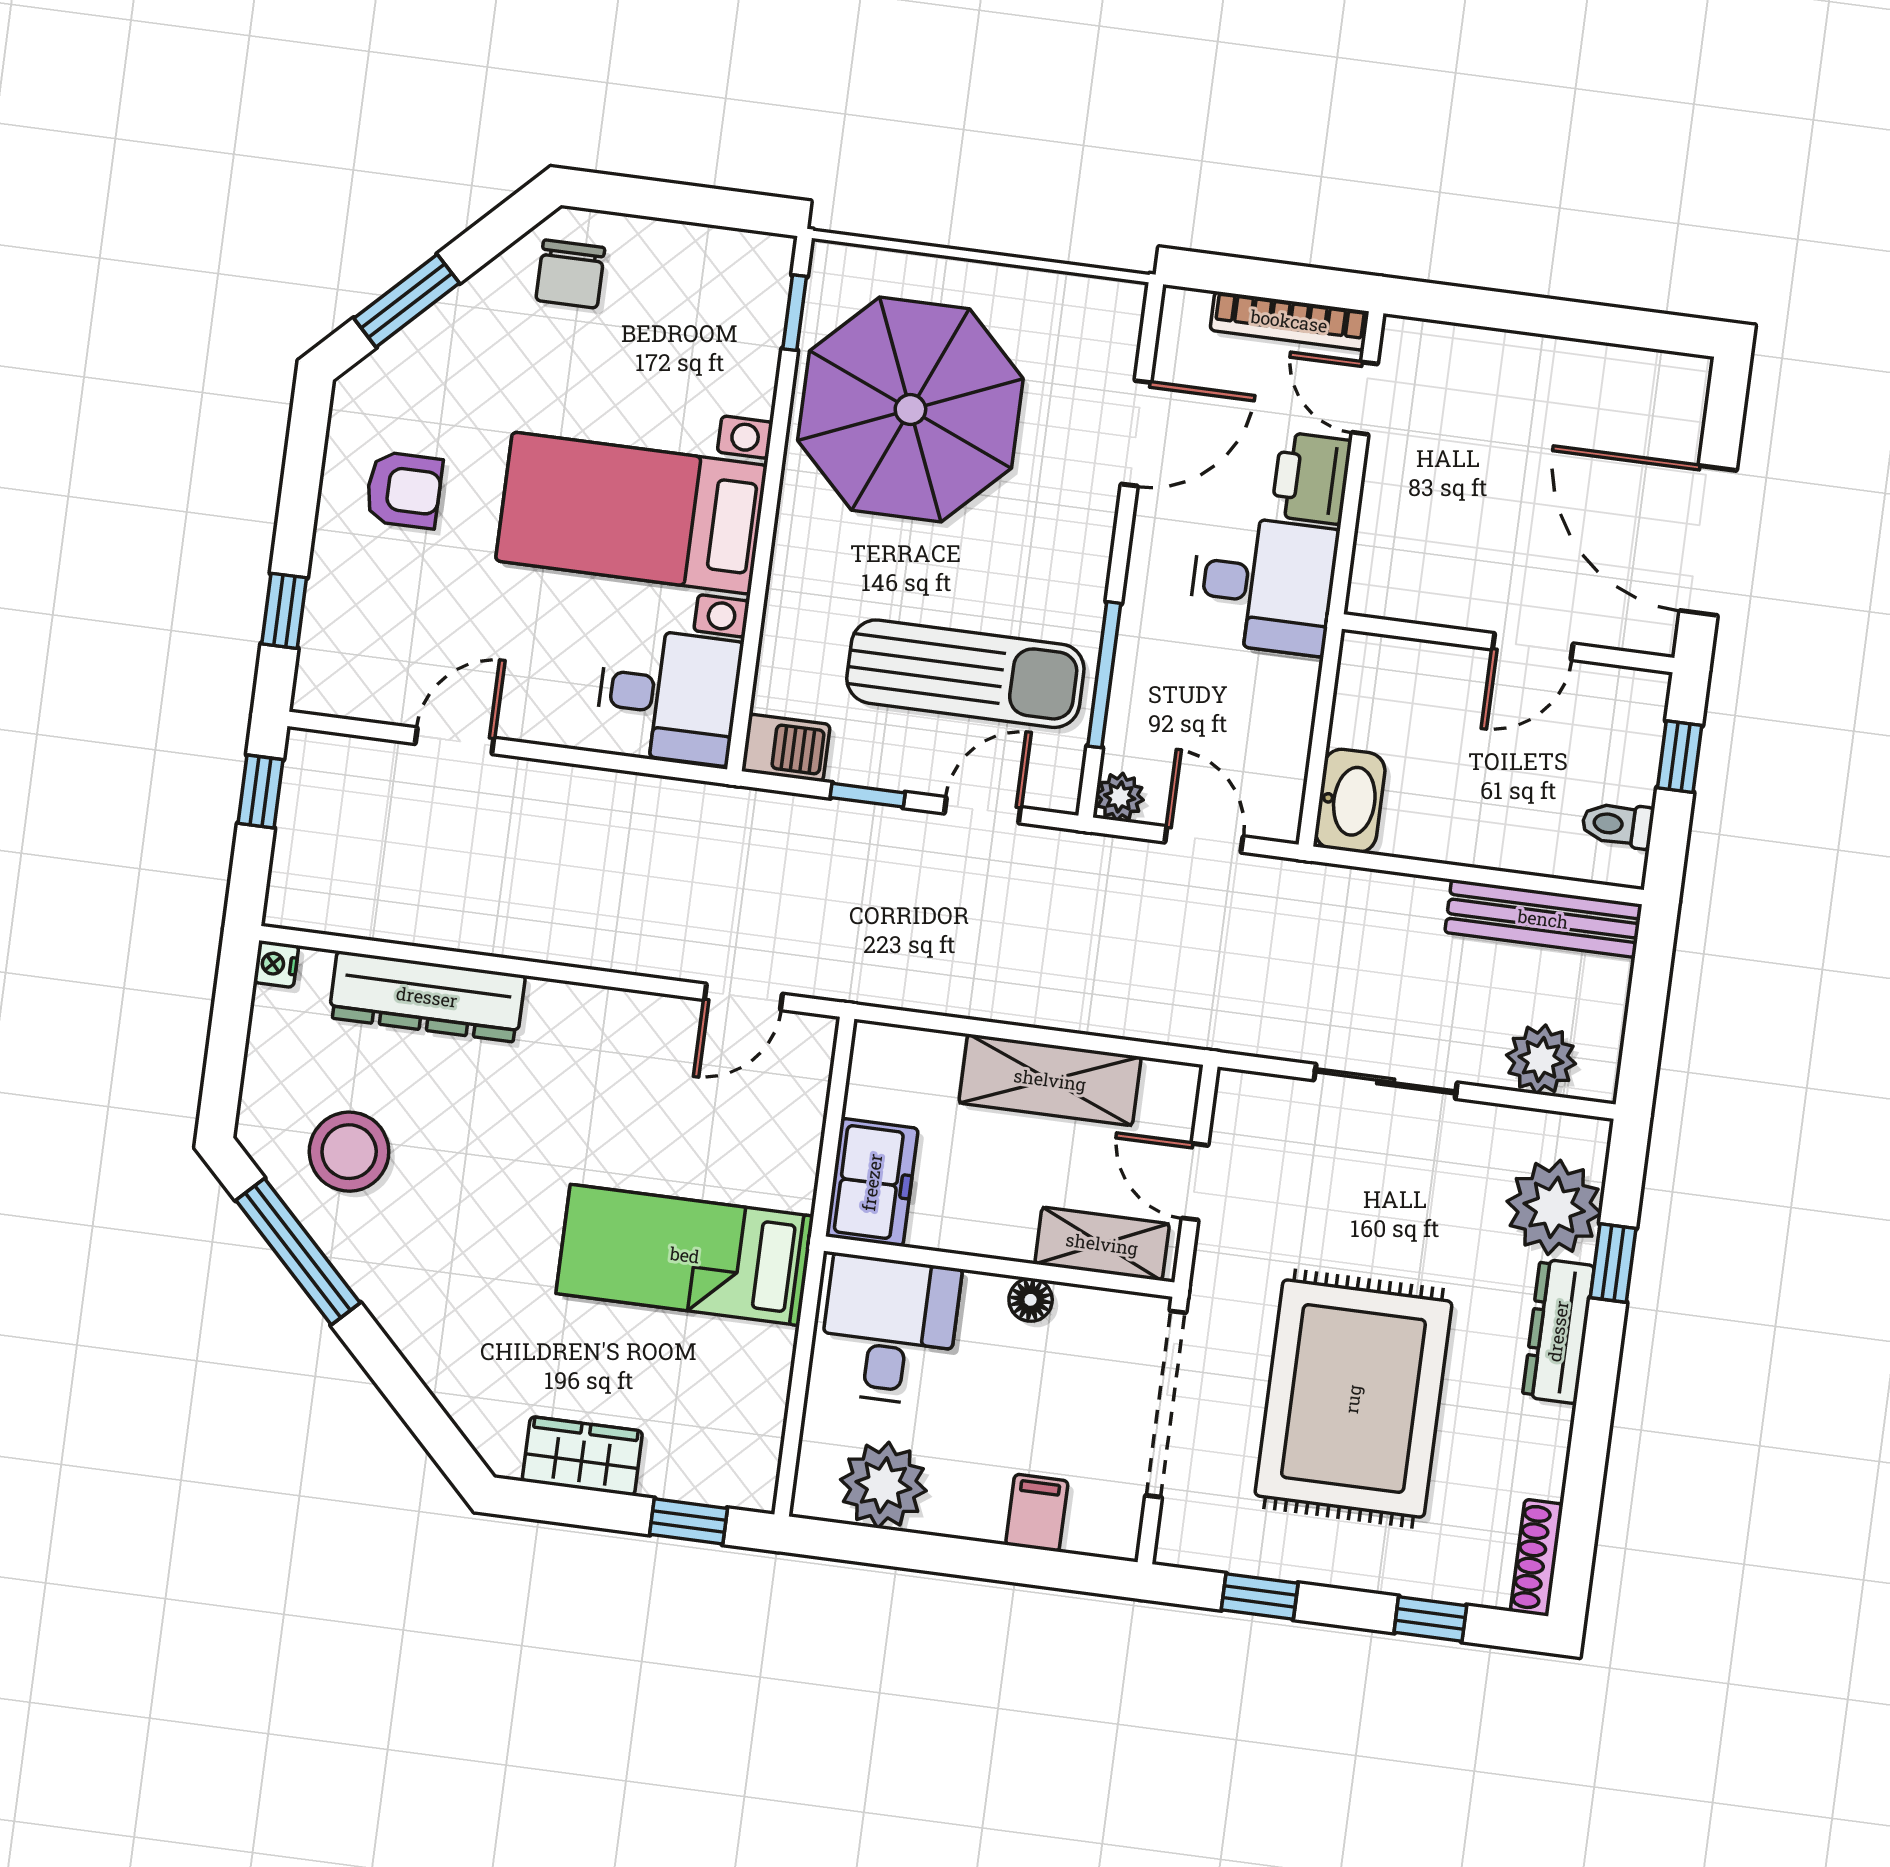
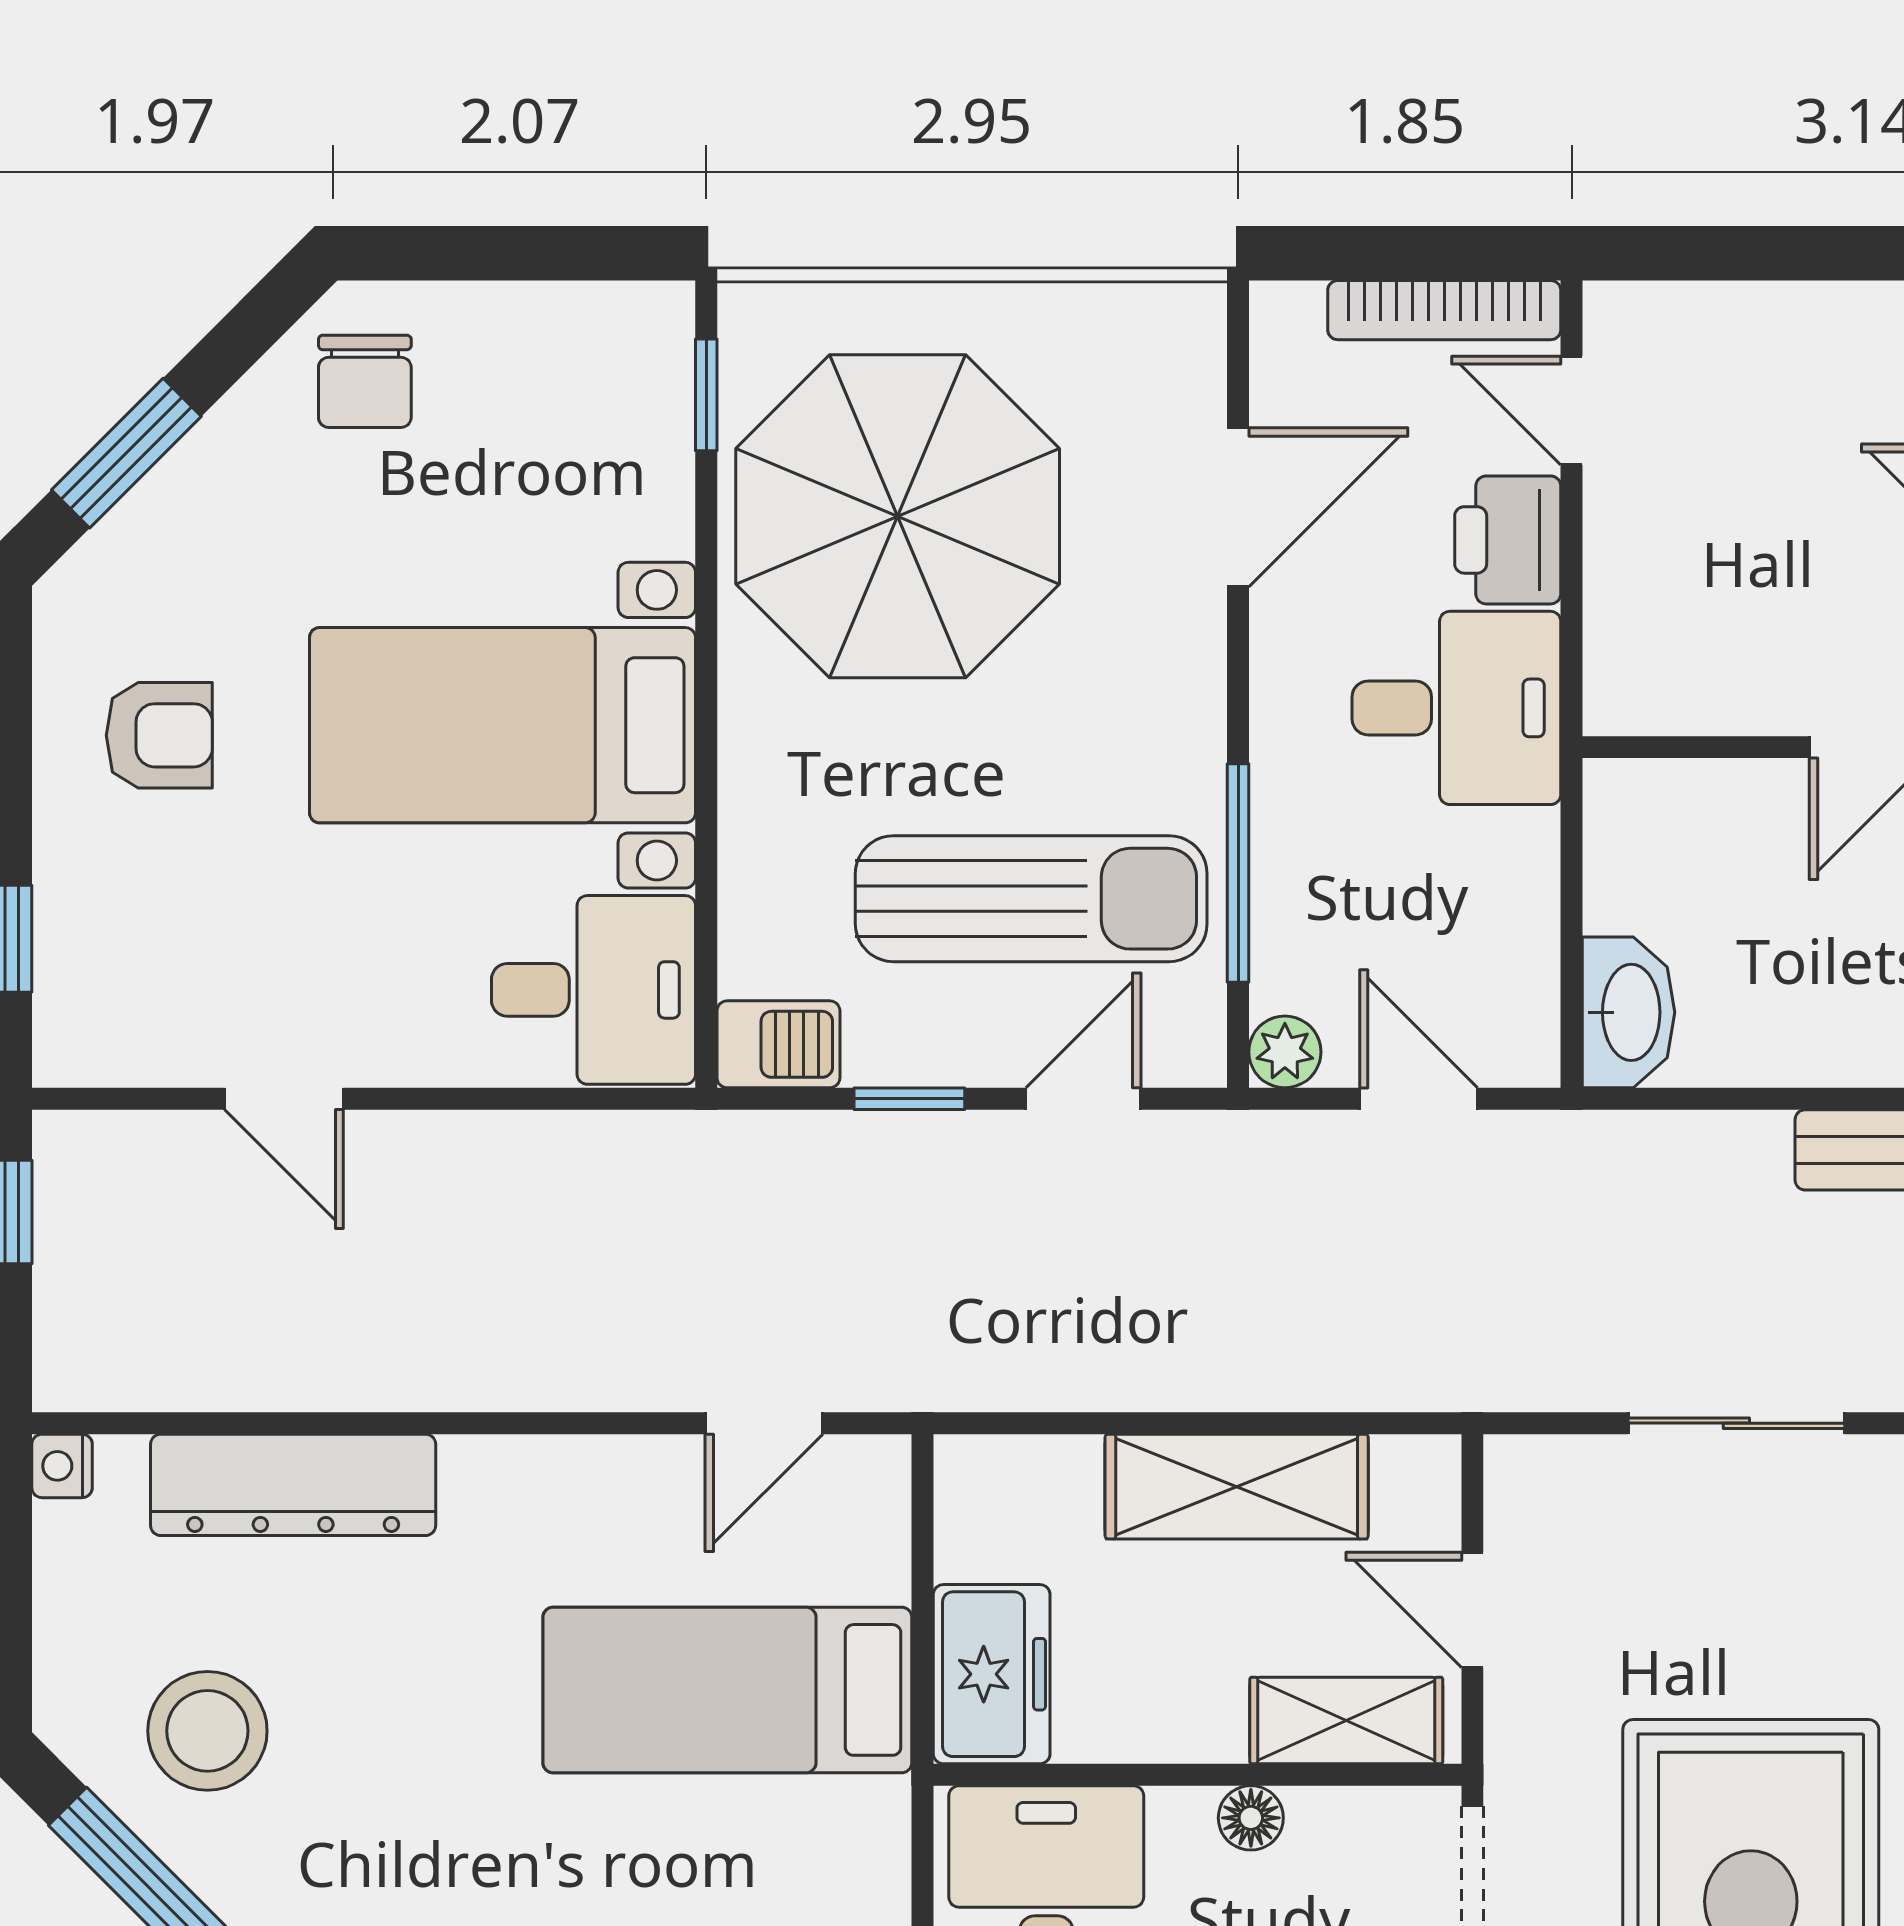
door: (455, 741) -> (284, 1099), swing flipped
bed: (685, 1255) -> (727, 1690), moved

